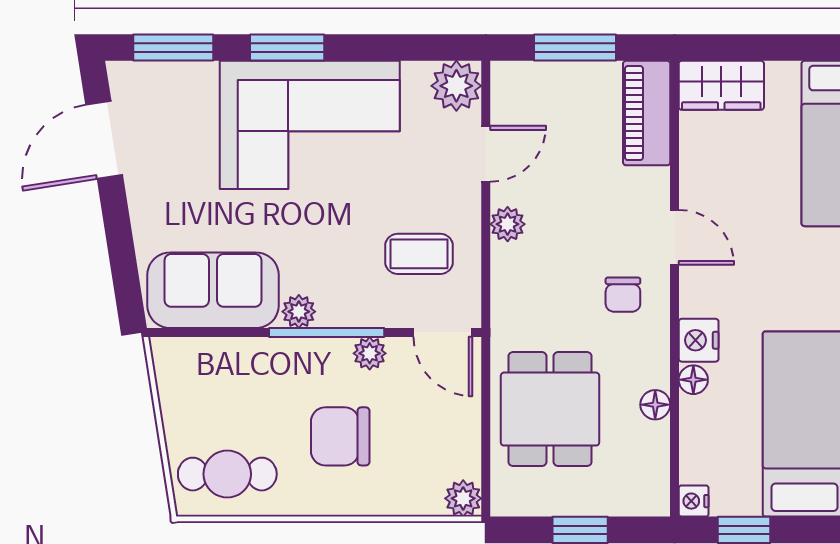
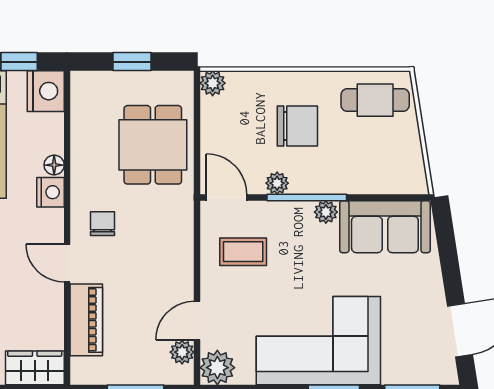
piano: (647, 113) -> (86, 320), moved
plant: (508, 224) -> (182, 352), moved
floor lamp: (655, 405) -> (80, 148), removed
nightstand: (694, 501) -> (46, 91), width x1.89, depth x1.79

